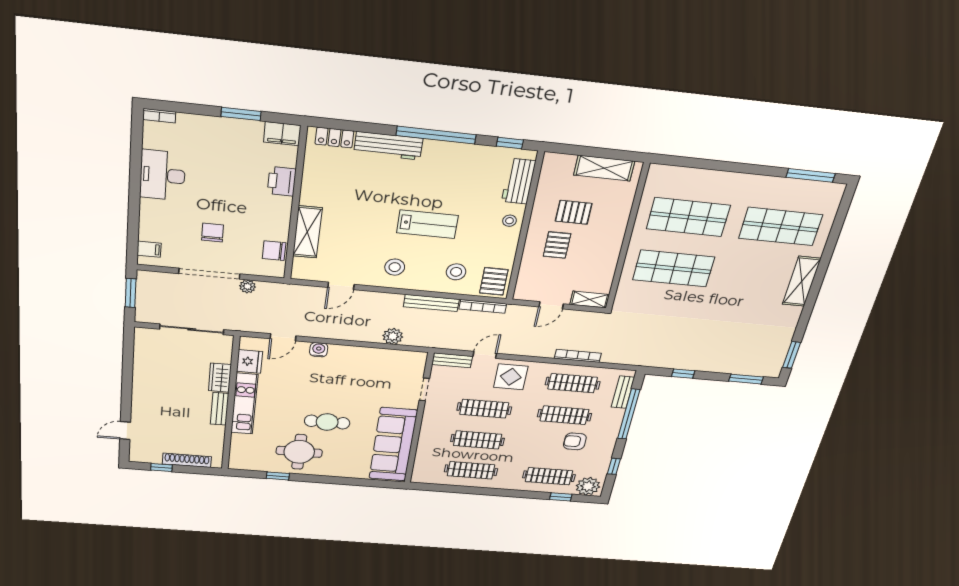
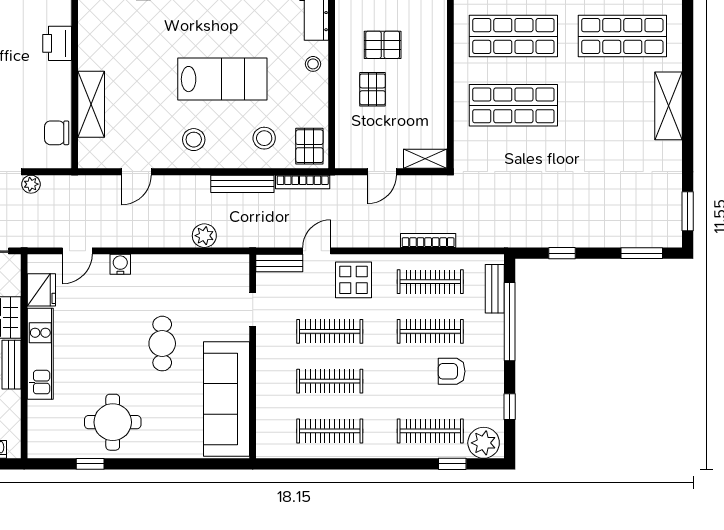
lab bench: (427, 224) -> (222, 79), width x1.36, depth x1.39
cafe table: (327, 422) -> (162, 344), moved, turned 90

